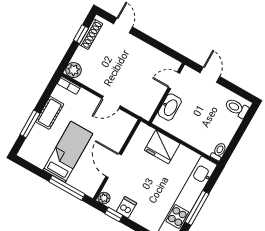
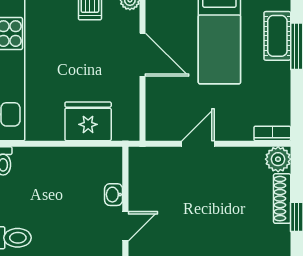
shoe rack: (91, 34) -> (282, 199), moved
washbasin: (170, 107) -> (114, 195), width x0.52, depth x0.69
cot: (50, 113) -> (277, 36), moved

